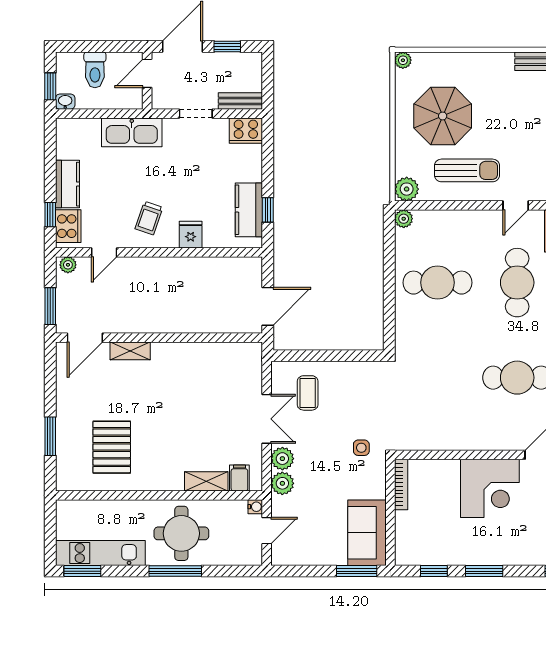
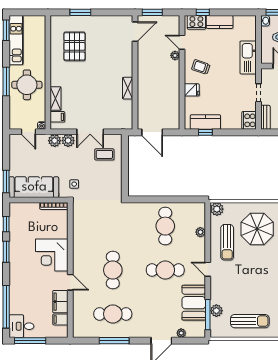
plant: (404, 219) -> (200, 232), moved
plant: (68, 265) -> (175, 55), moved
door: (85, 338) -> (135, 32), swing flipped
shelving: (130, 351) -> (128, 88), moved
pallet: (112, 447) -> (74, 46), turned 90
sofa: (367, 533) -> (34, 187), width x1.36

